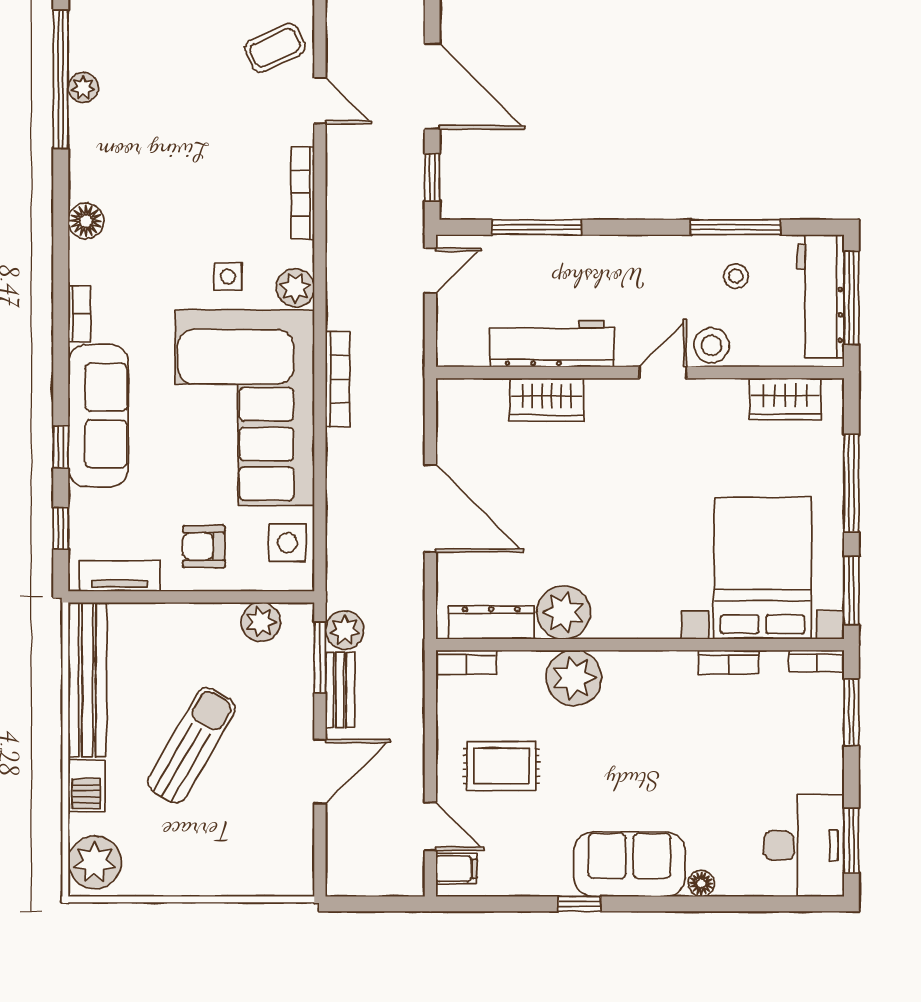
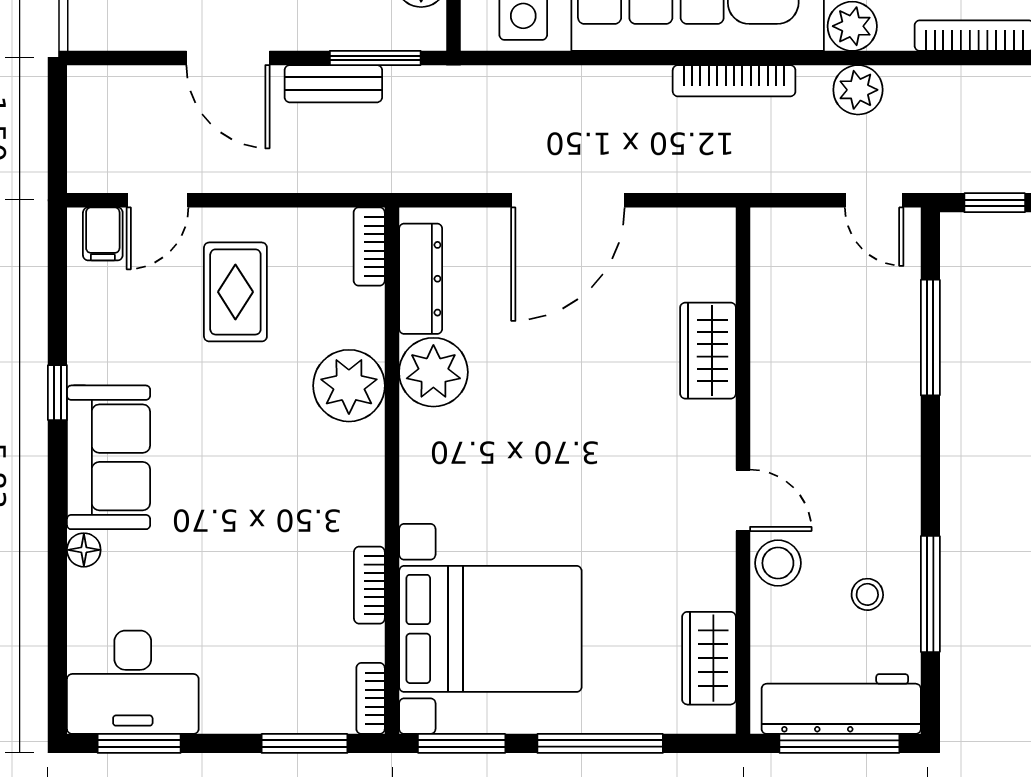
workbench: (552, 344) -> (780, 357), removed
plant: (345, 630) -> (858, 90), moved

